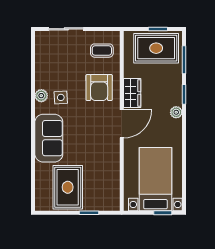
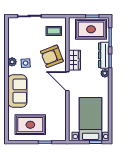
dresser: (175, 86) -> (104, 55), added
armchair: (99, 88) -> (52, 56), turned 69
door: (122, 124) -> (67, 81), swing flipped
rug: (68, 187) -> (30, 125), turned 90

